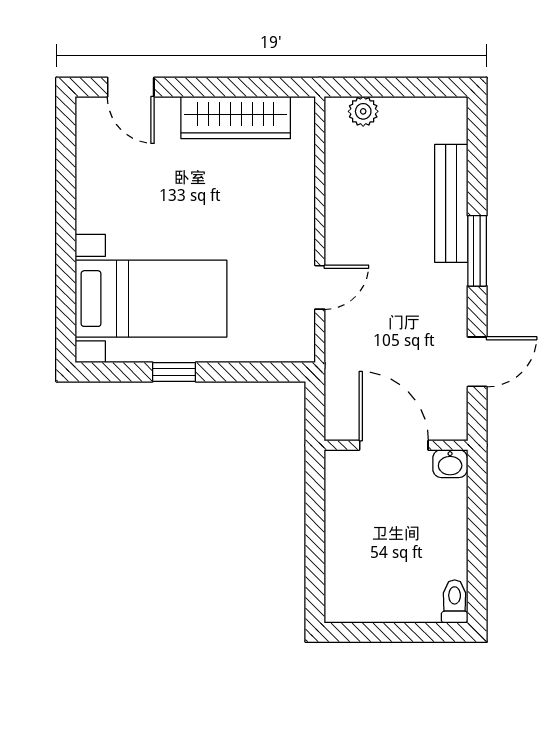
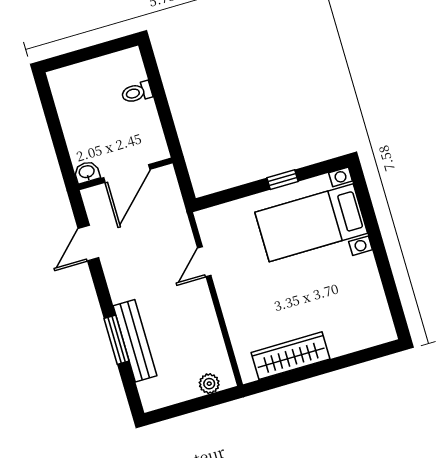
door: (131, 87) -> (364, 356), removed
window: (477, 251) -> (117, 340), moved
door: (394, 445) -> (127, 173), hinge flipped
toilet: (455, 601) -> (137, 92), moved, turned 90

